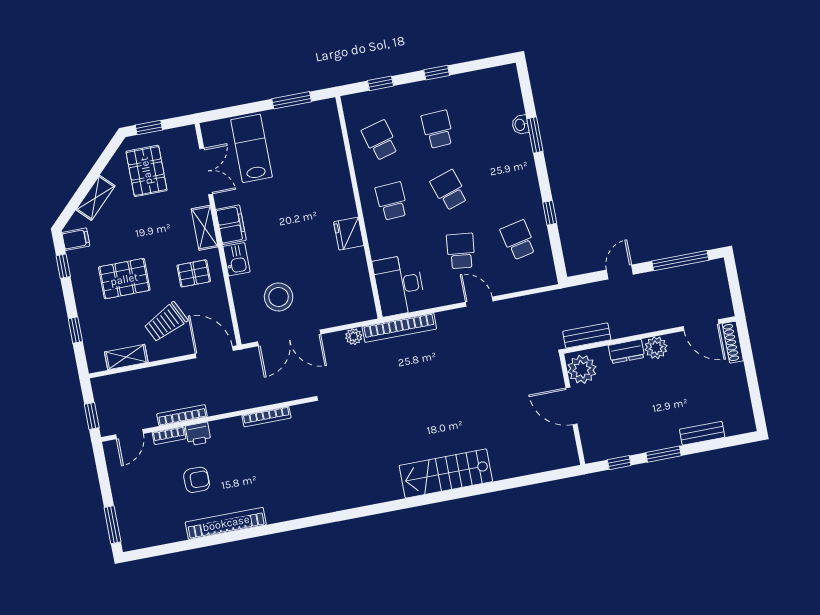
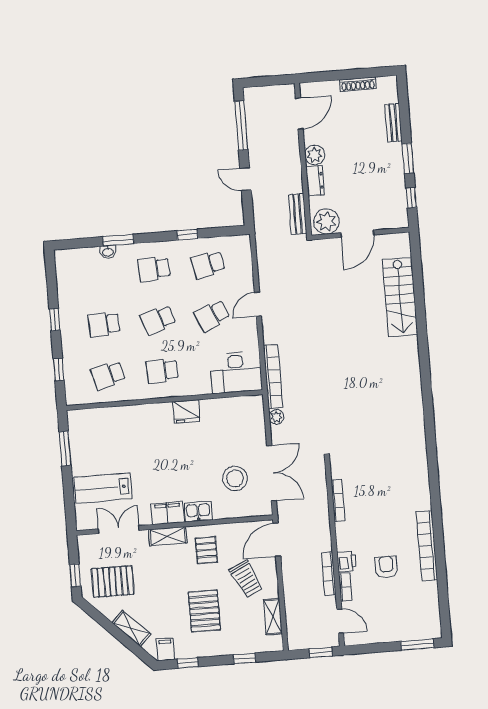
school desk: (507, 179) -> (154, 269), added
school desk: (461, 251) -> (212, 316), turned -30
shoe rack: (733, 342) -> (358, 84), moved
stairs: (446, 473) -> (400, 297), moved

